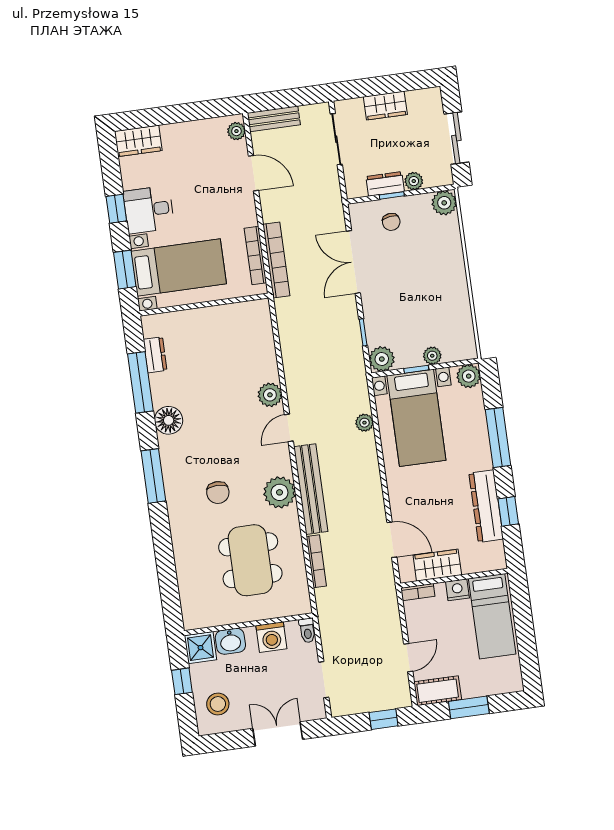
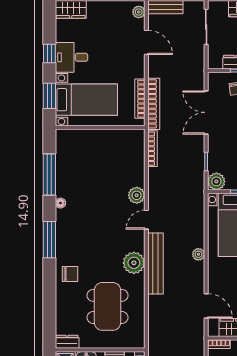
dresser: (155, 355) -> (67, 342), moved, turned -90
floor lamp: (169, 420) -> (60, 203), width x0.53, depth x0.53
plant: (364, 423) -> (198, 254), moved
chair: (218, 493) -> (70, 274), moved, turned -90
bookcase: (316, 561) -> (152, 149), moved

